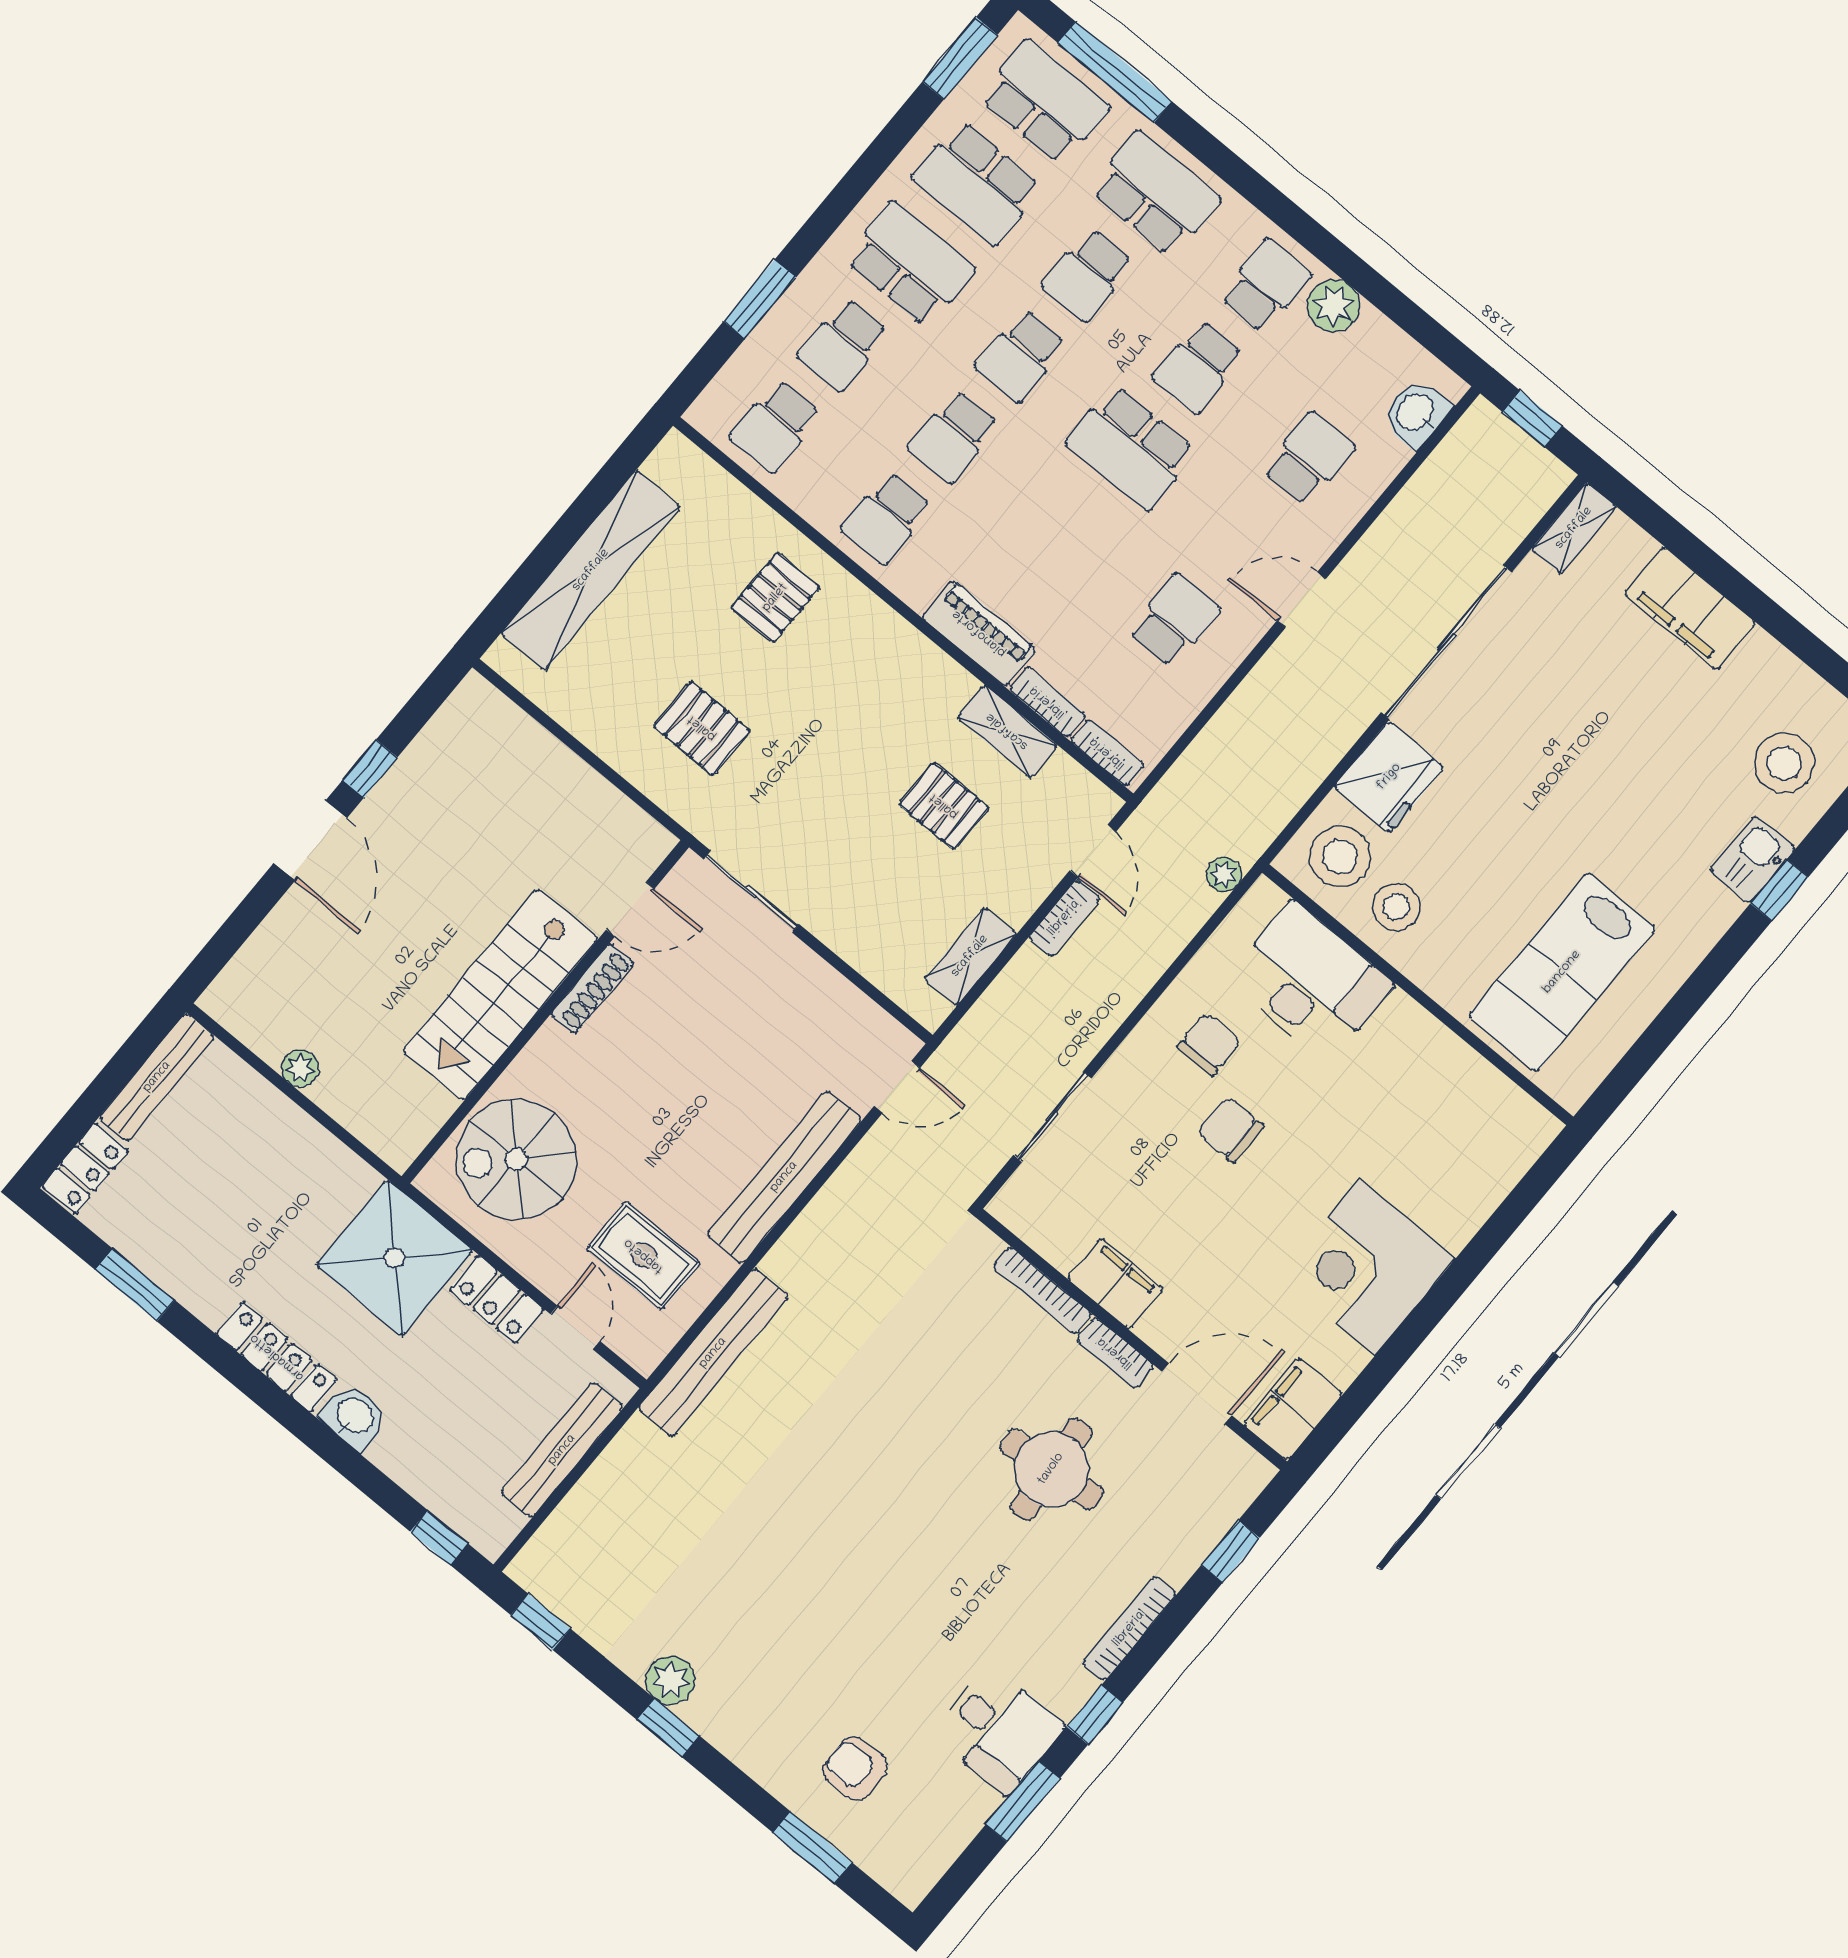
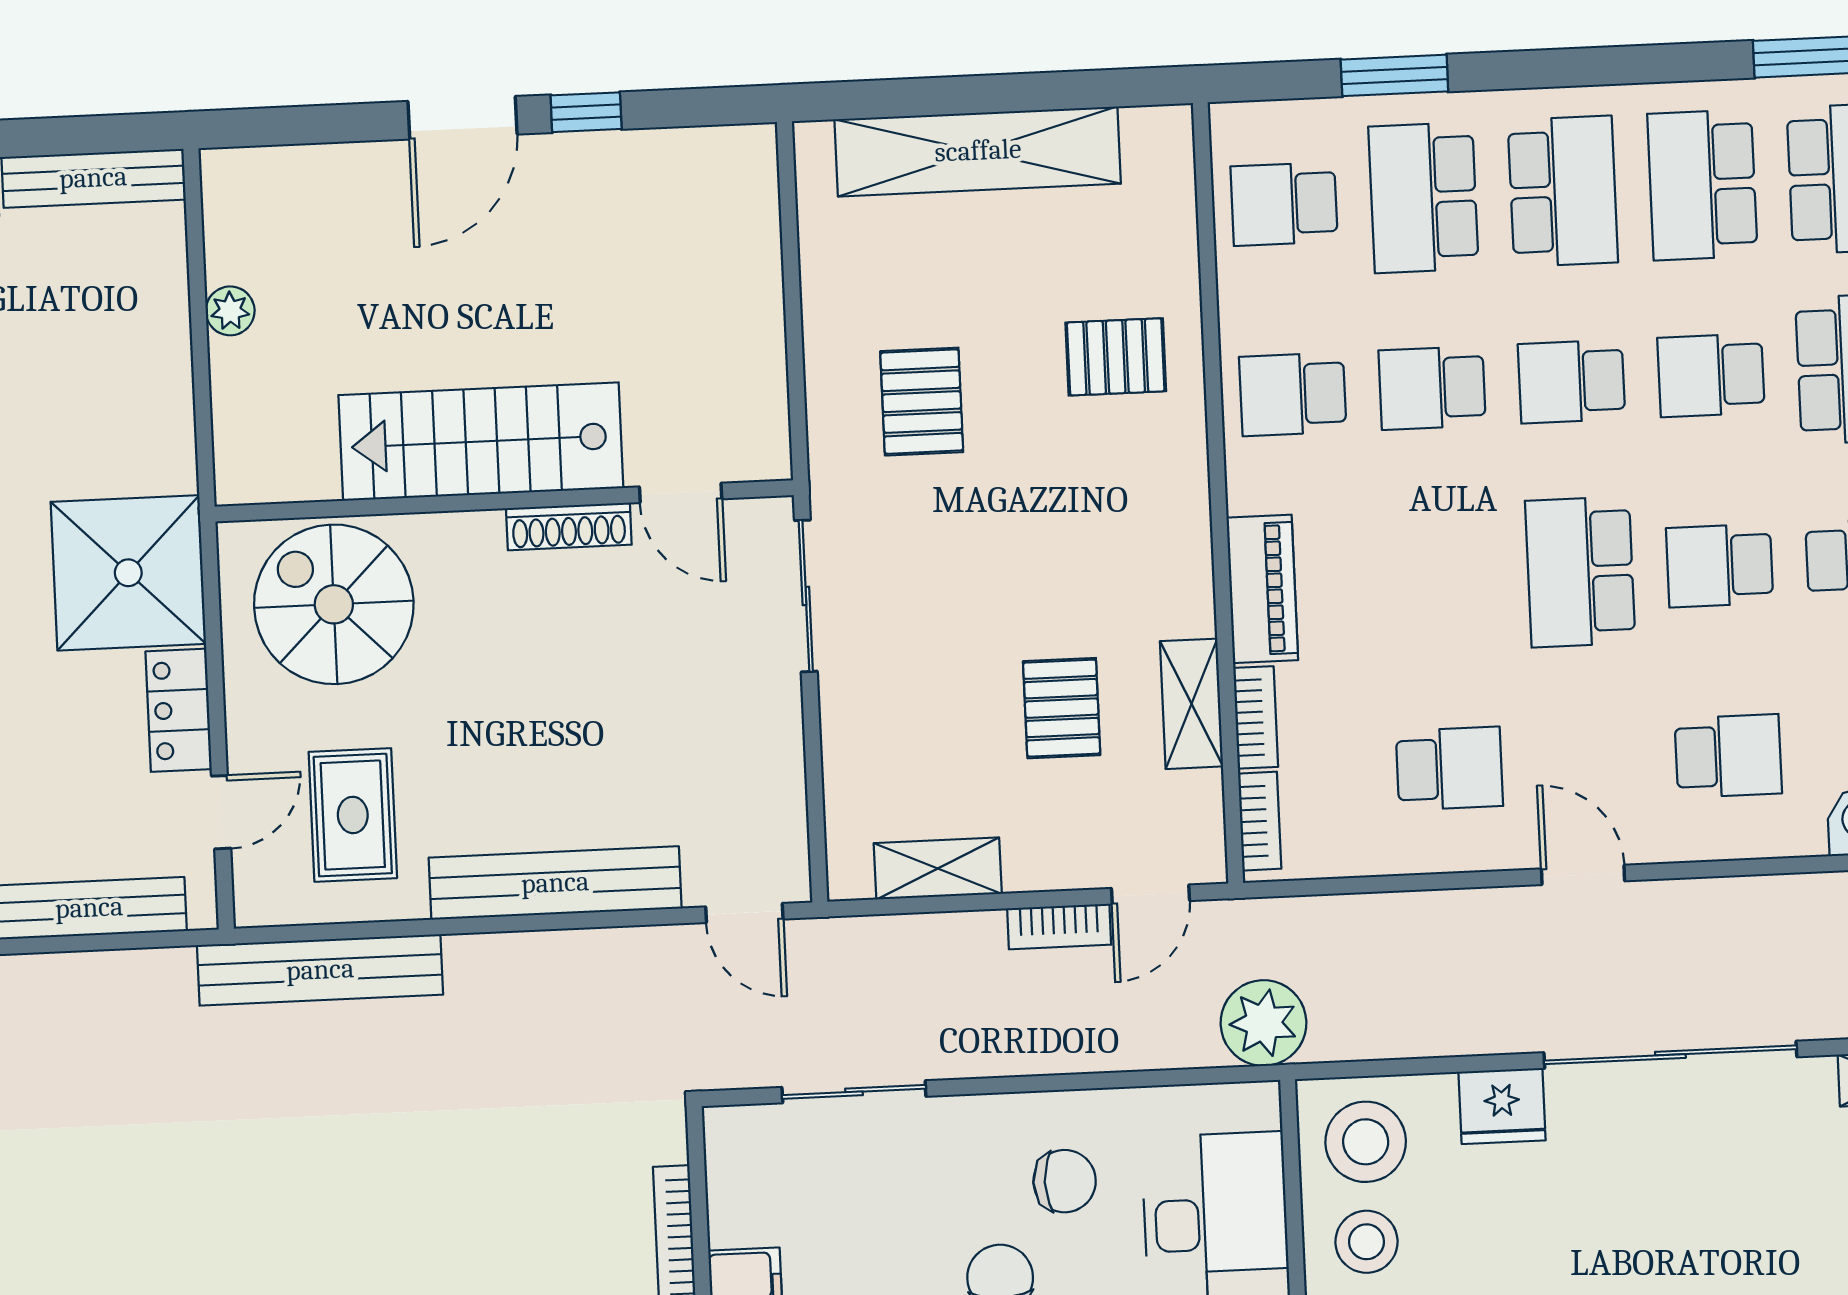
school desk: (843, 345) -> (1423, 198), width x1.85
fridge: (1389, 777) -> (1502, 1106), width x0.73, depth x0.75
plant: (1224, 874) -> (1264, 1023), width x1.88, depth x1.88

